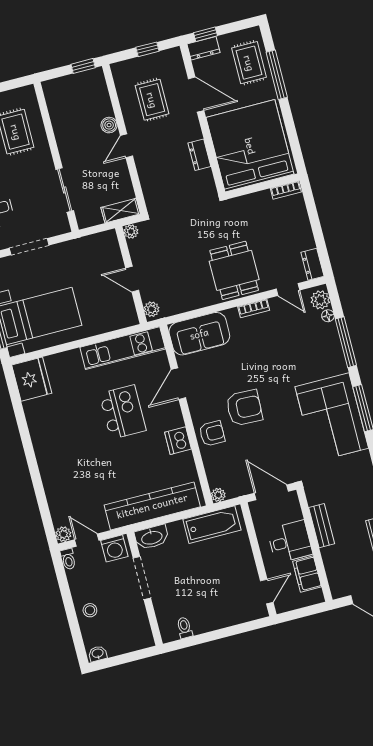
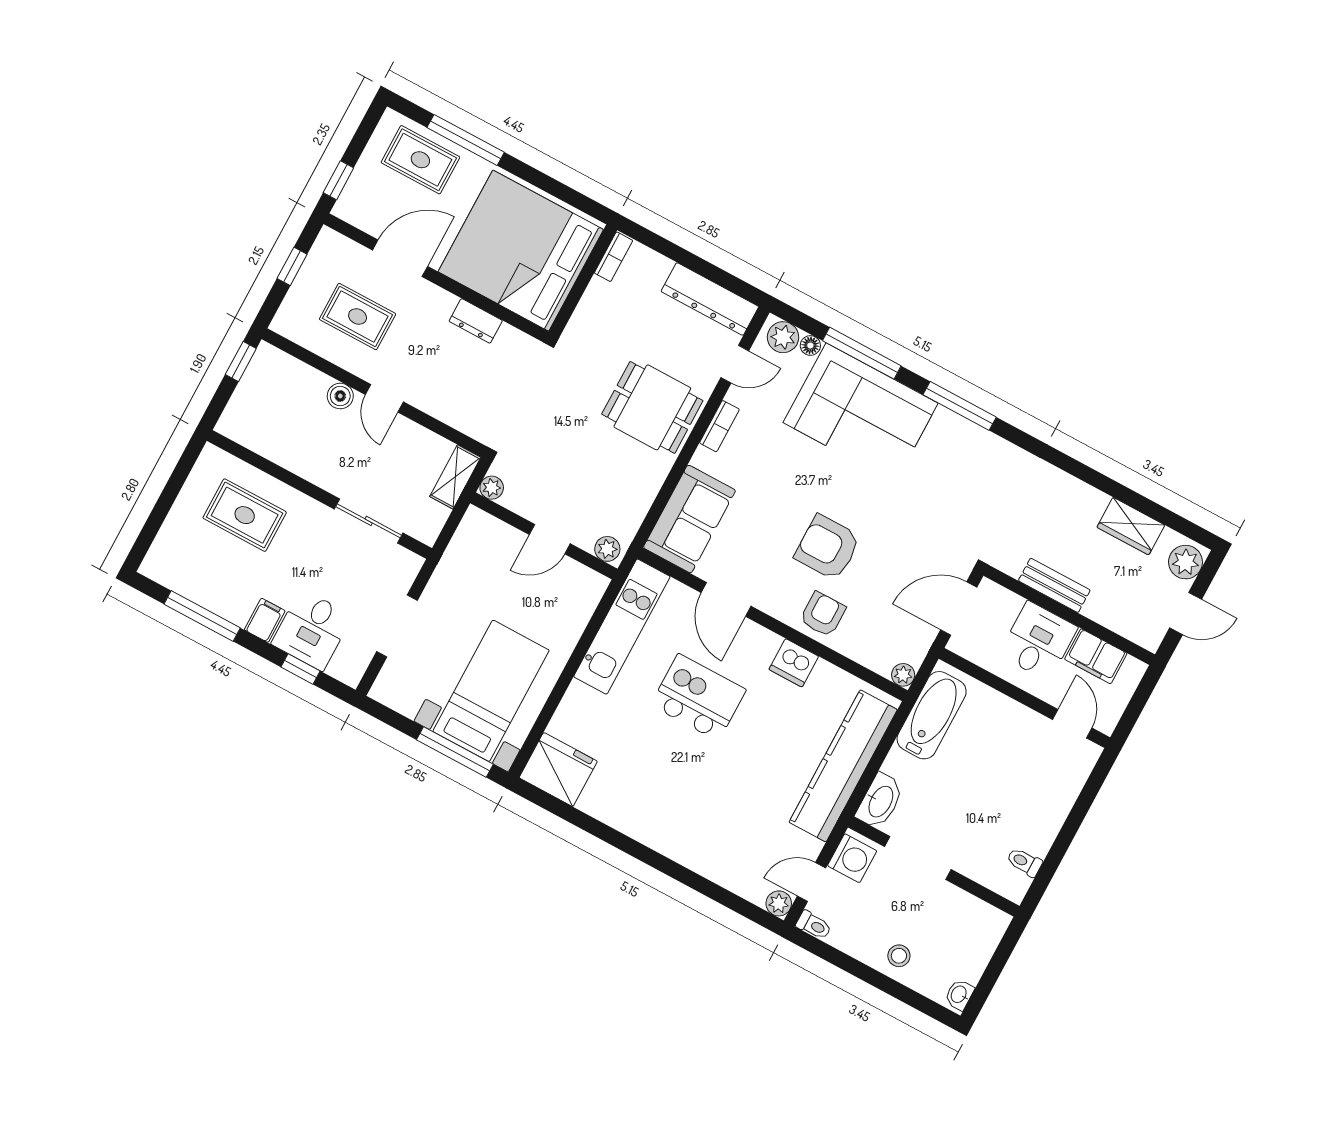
dresser: (203, 48) -> (353, 198), removed
dresser: (312, 264) -> (710, 299), width x1.96, depth x1.24
armchair: (244, 408) -> (828, 547), turned -92
corner sofa: (332, 417) -> (861, 413), moved

